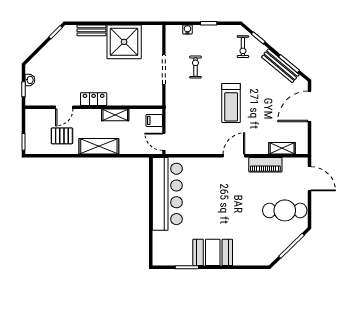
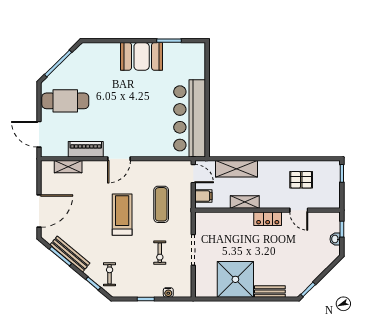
door: (64, 107) -> (299, 210), swing flipped
exercise mat: (194, 113) -> (161, 204), added
shelving: (99, 146) -> (237, 169), moved

